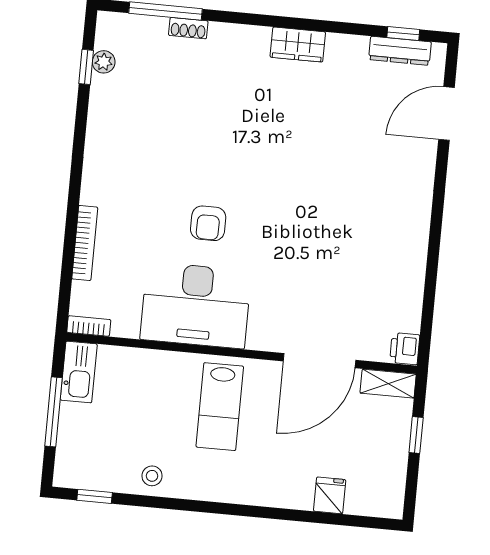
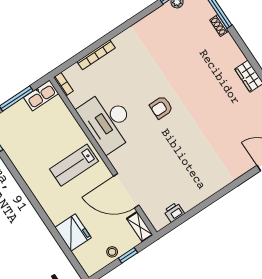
armchair: (208, 223) -> (161, 107), moved
printer: (405, 349) -> (174, 212), moved
stool: (152, 476) -> (112, 252), moved
fridge: (330, 495) -> (73, 233), width x1.88, depth x1.34

